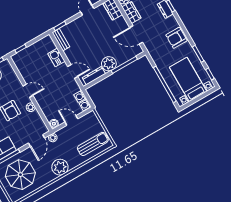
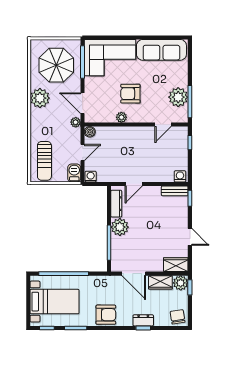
door: (136, 35) -> (134, 274), swing flipped
armchair: (176, 38) -> (106, 315), turned 90
kitchen sink: (56, 57) -> (159, 175), removed
door: (28, 91) -> (163, 125), moved
washing machine: (80, 96) -> (180, 176), moved
barbecue: (89, 118) -> (74, 173), added
plant: (60, 167) -> (40, 98), moved

